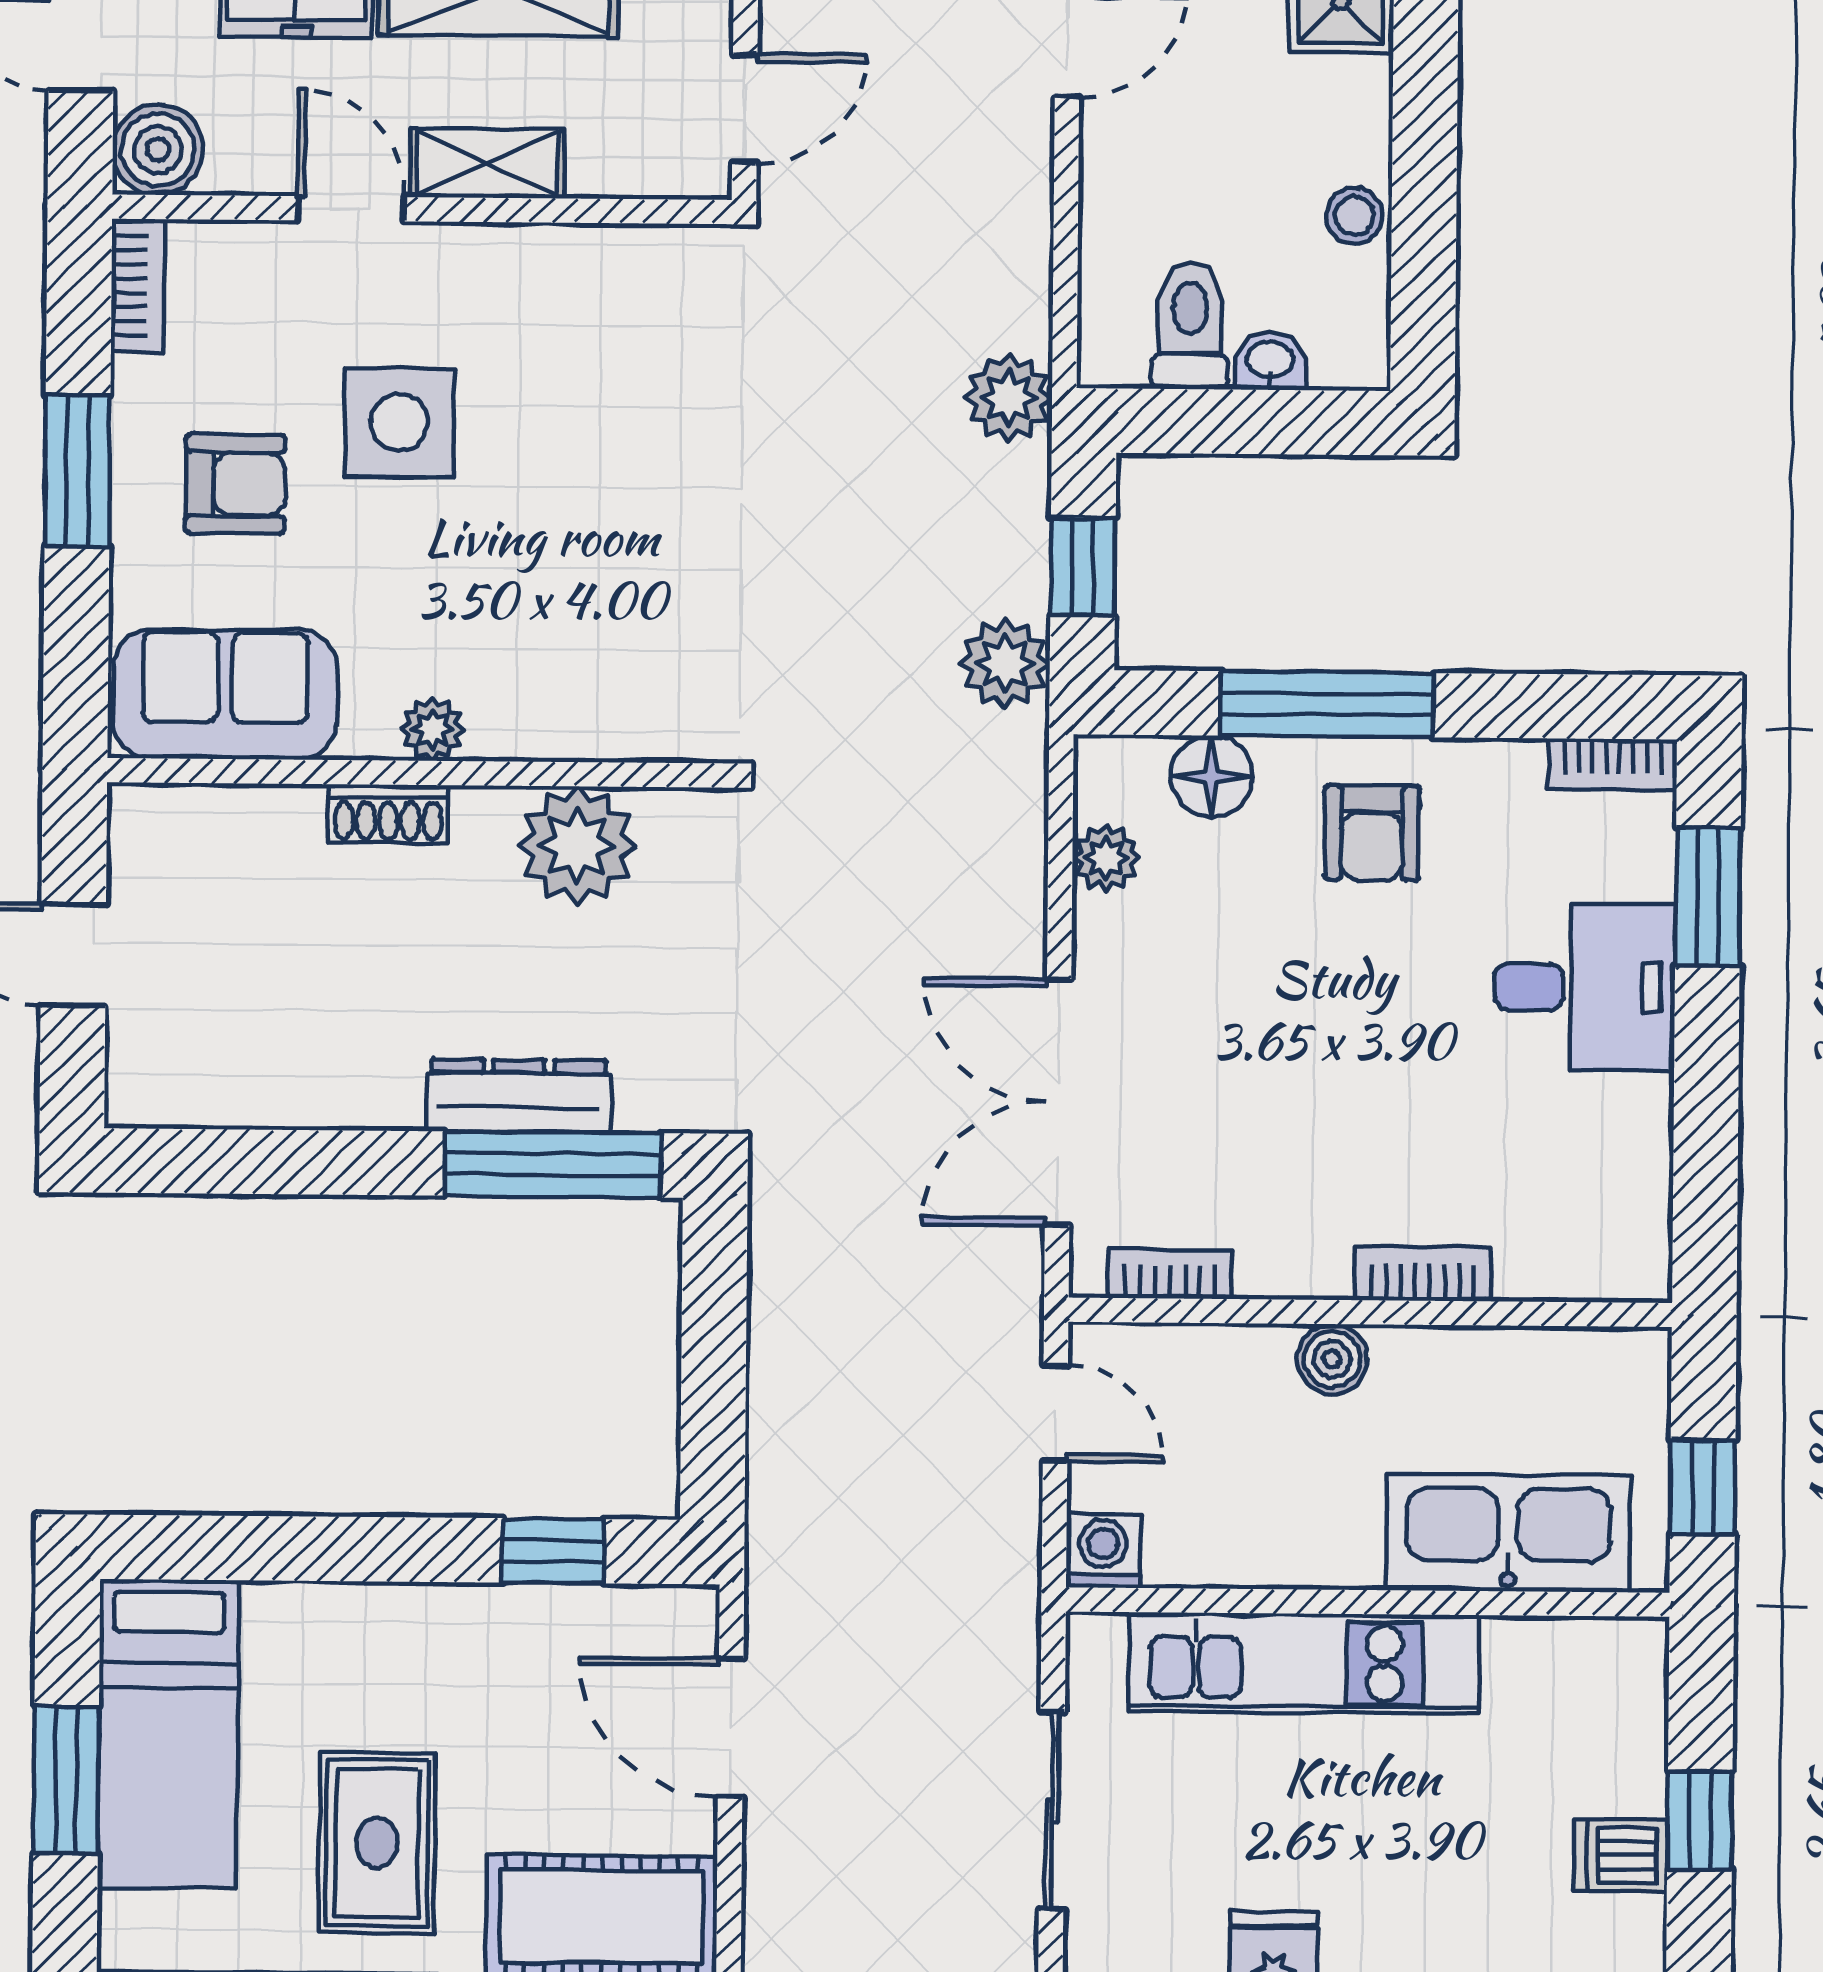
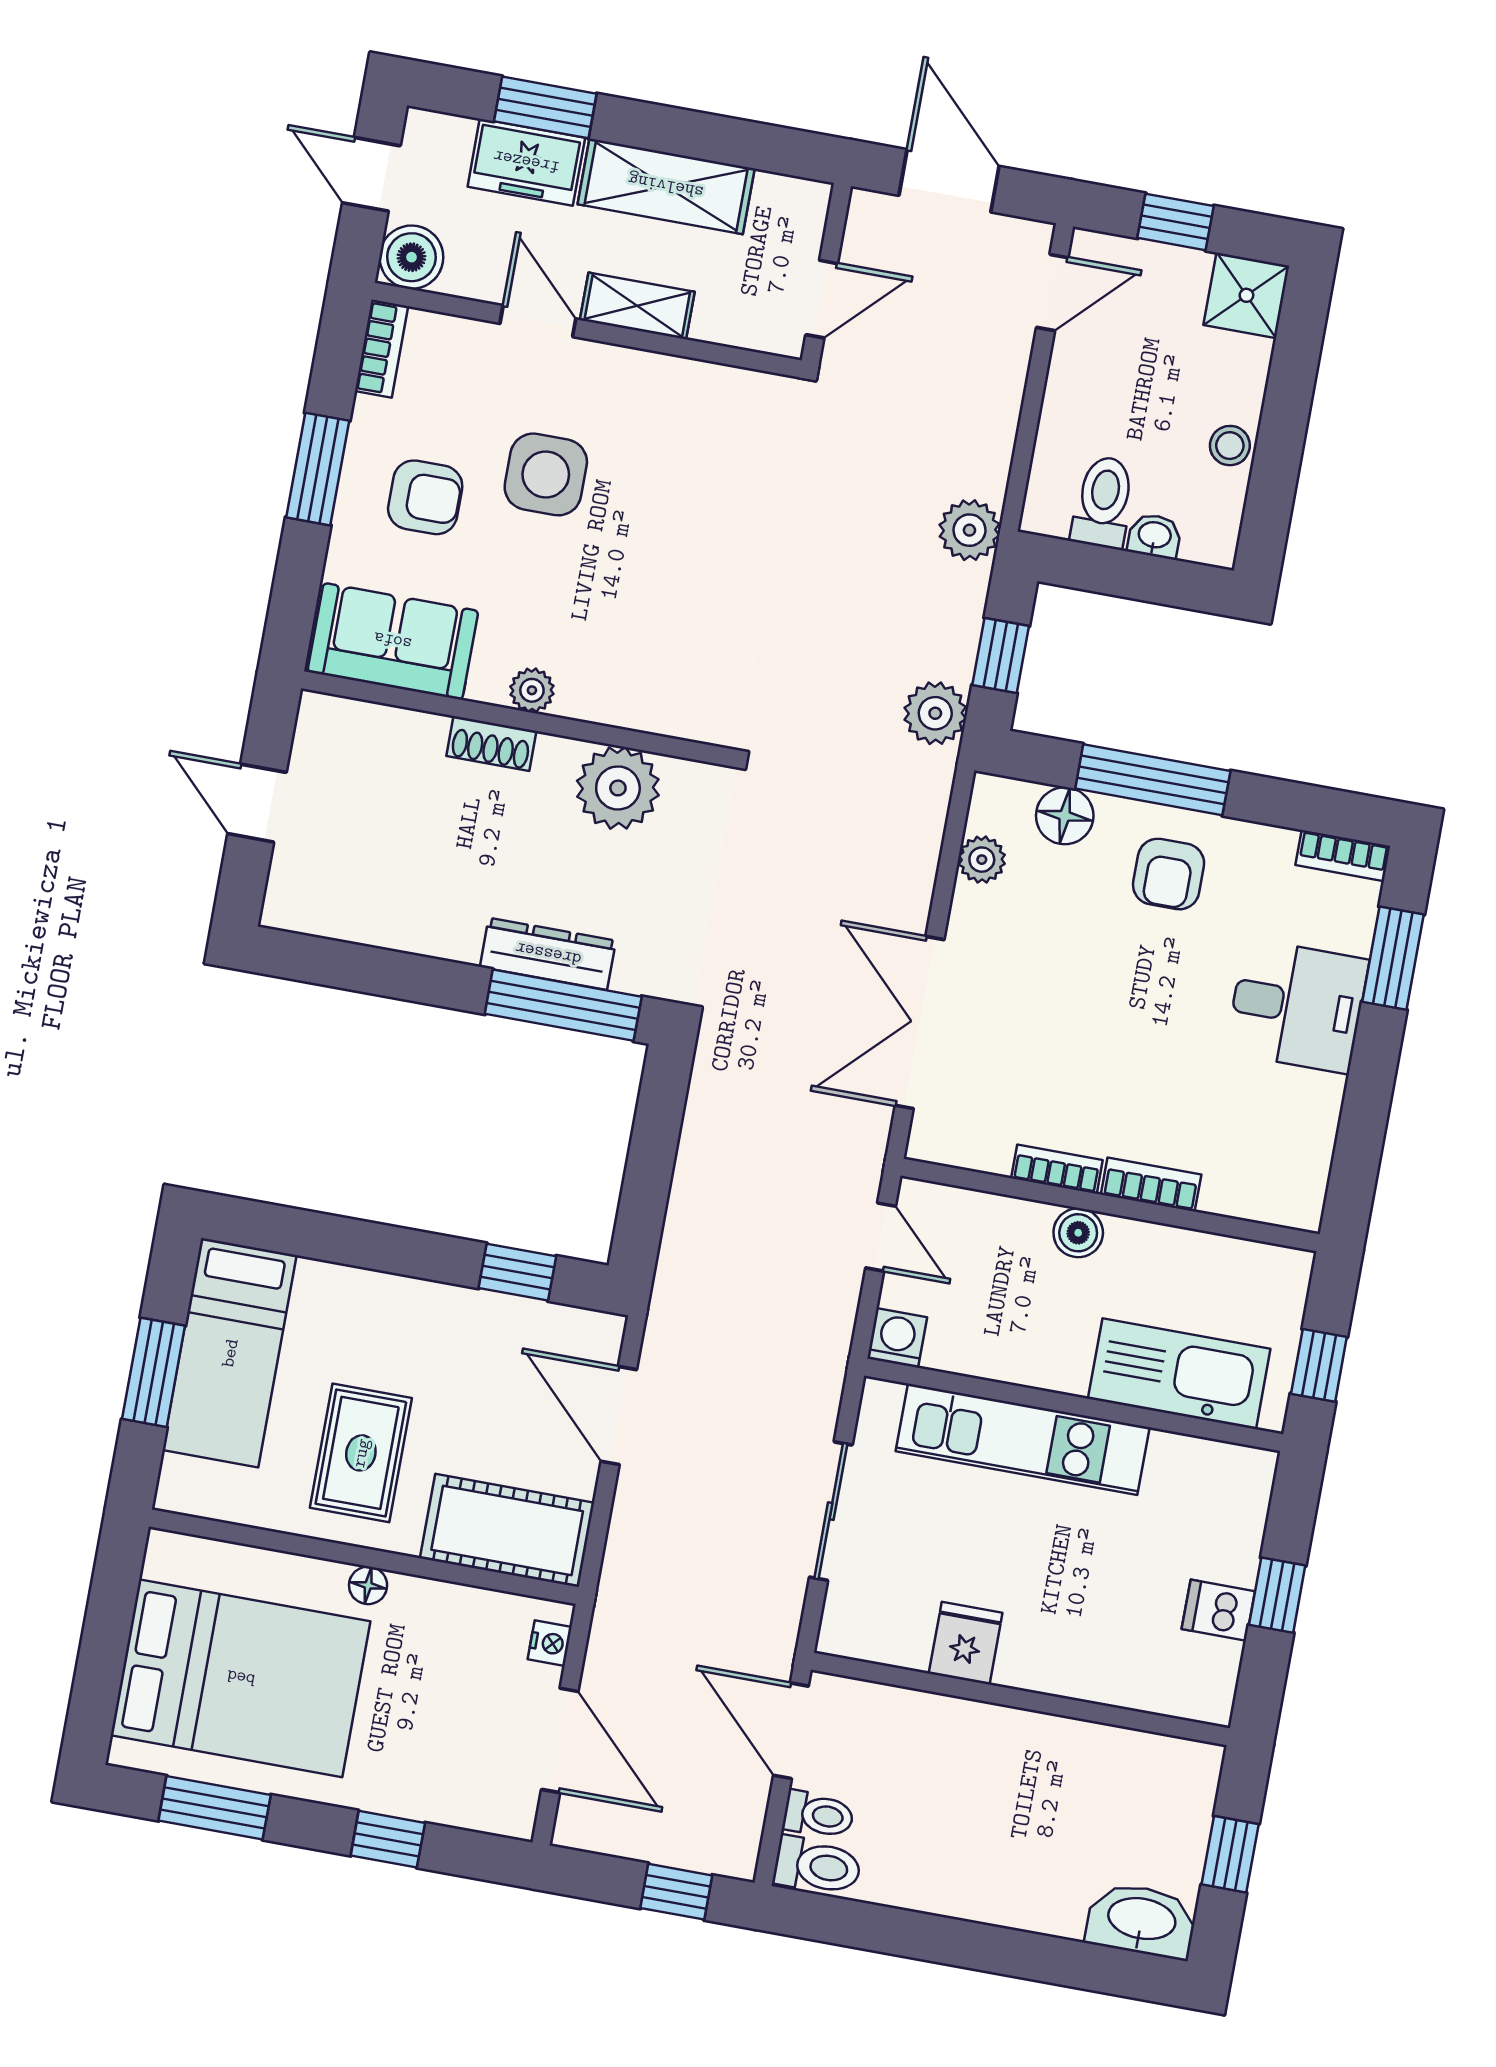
bookcase: (1170, 1274) -> (1057, 1169), moved

